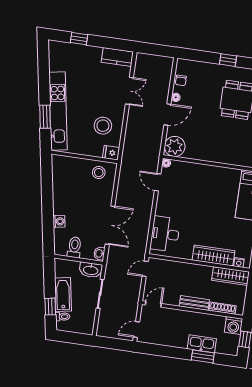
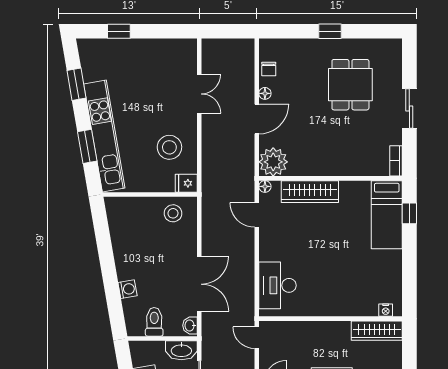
kitchen counter: (117, 57) -> (176, 49), removed
window: (44, 72) -> (76, 84), added
wardrobe: (214, 255) -> (310, 192), moved, turned 180
door: (145, 269) -> (257, 338), hinge flipped

